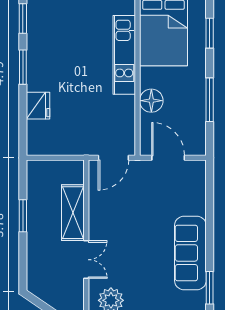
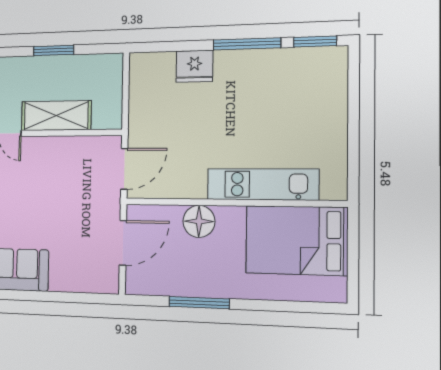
window: (210, 33) -> (292, 306), removed
window: (23, 67) -> (247, 44), width x1.44
door: (113, 158) -> (124, 169), swing flipped

